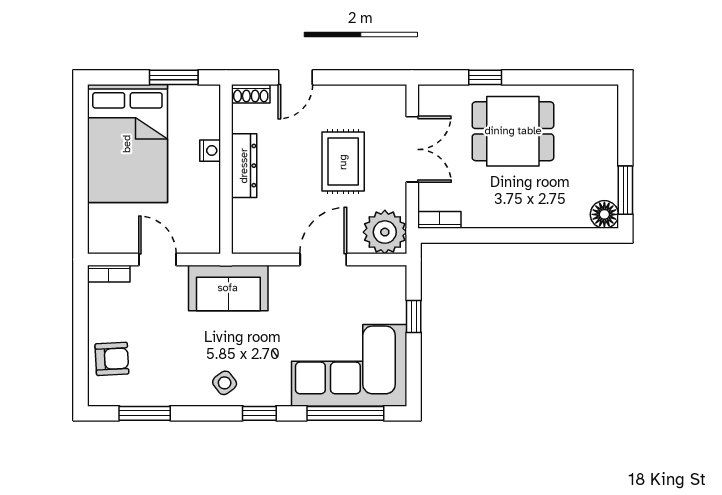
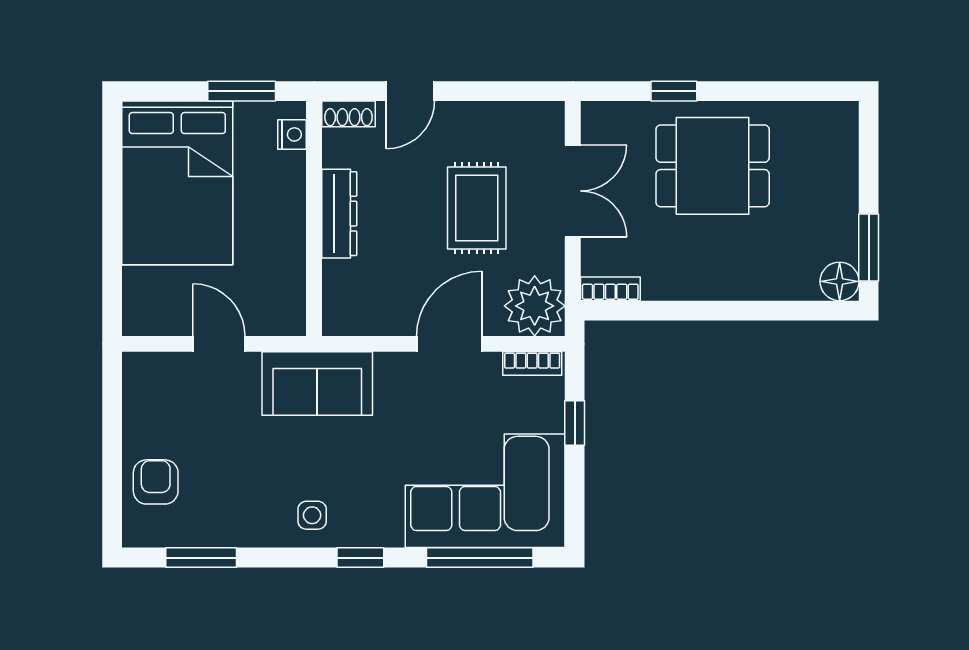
nightstand: (210, 151) -> (292, 134), moved
bookcase: (109, 274) -> (532, 364), moved
armchair: (112, 359) -> (156, 482), turned -87
side table: (225, 383) -> (312, 515), turned 37

